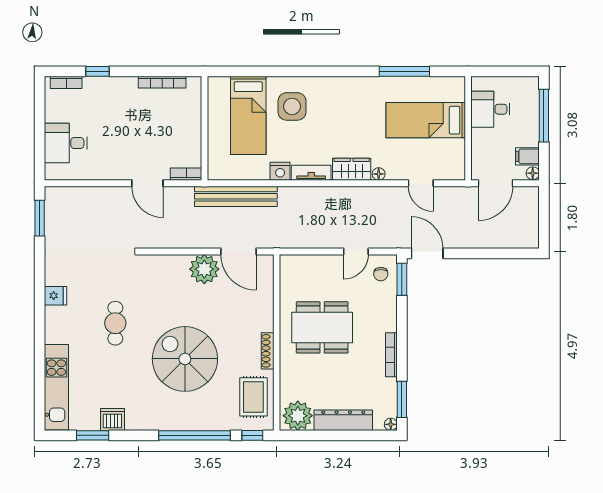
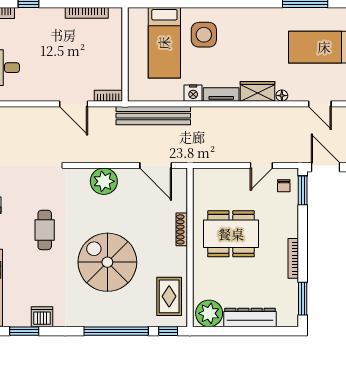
plant: (204, 269) -> (104, 181), moved
shoe rack: (268, 351) -> (182, 229), moved
floor lamp: (391, 424) -> (293, 321), removed

